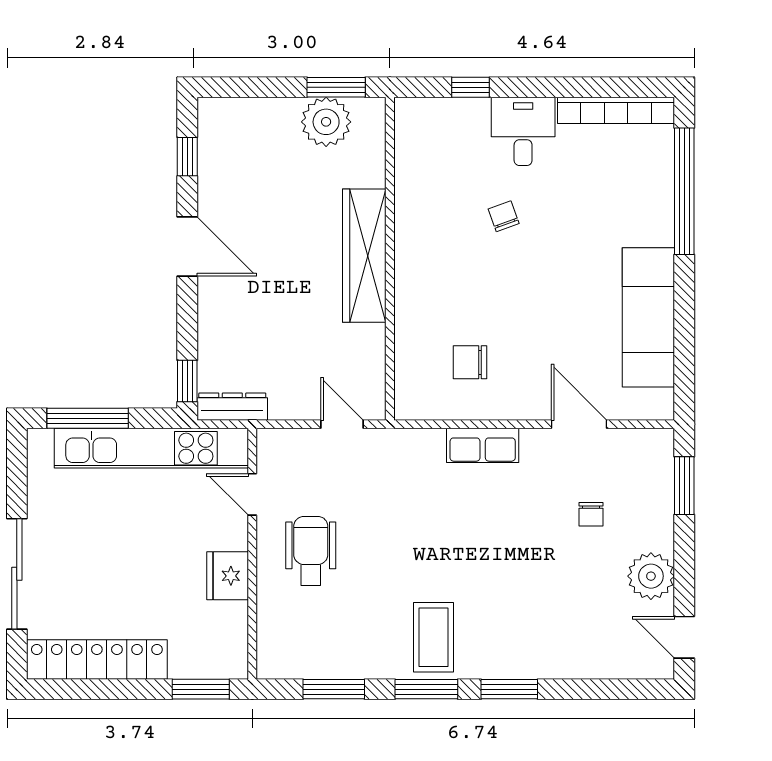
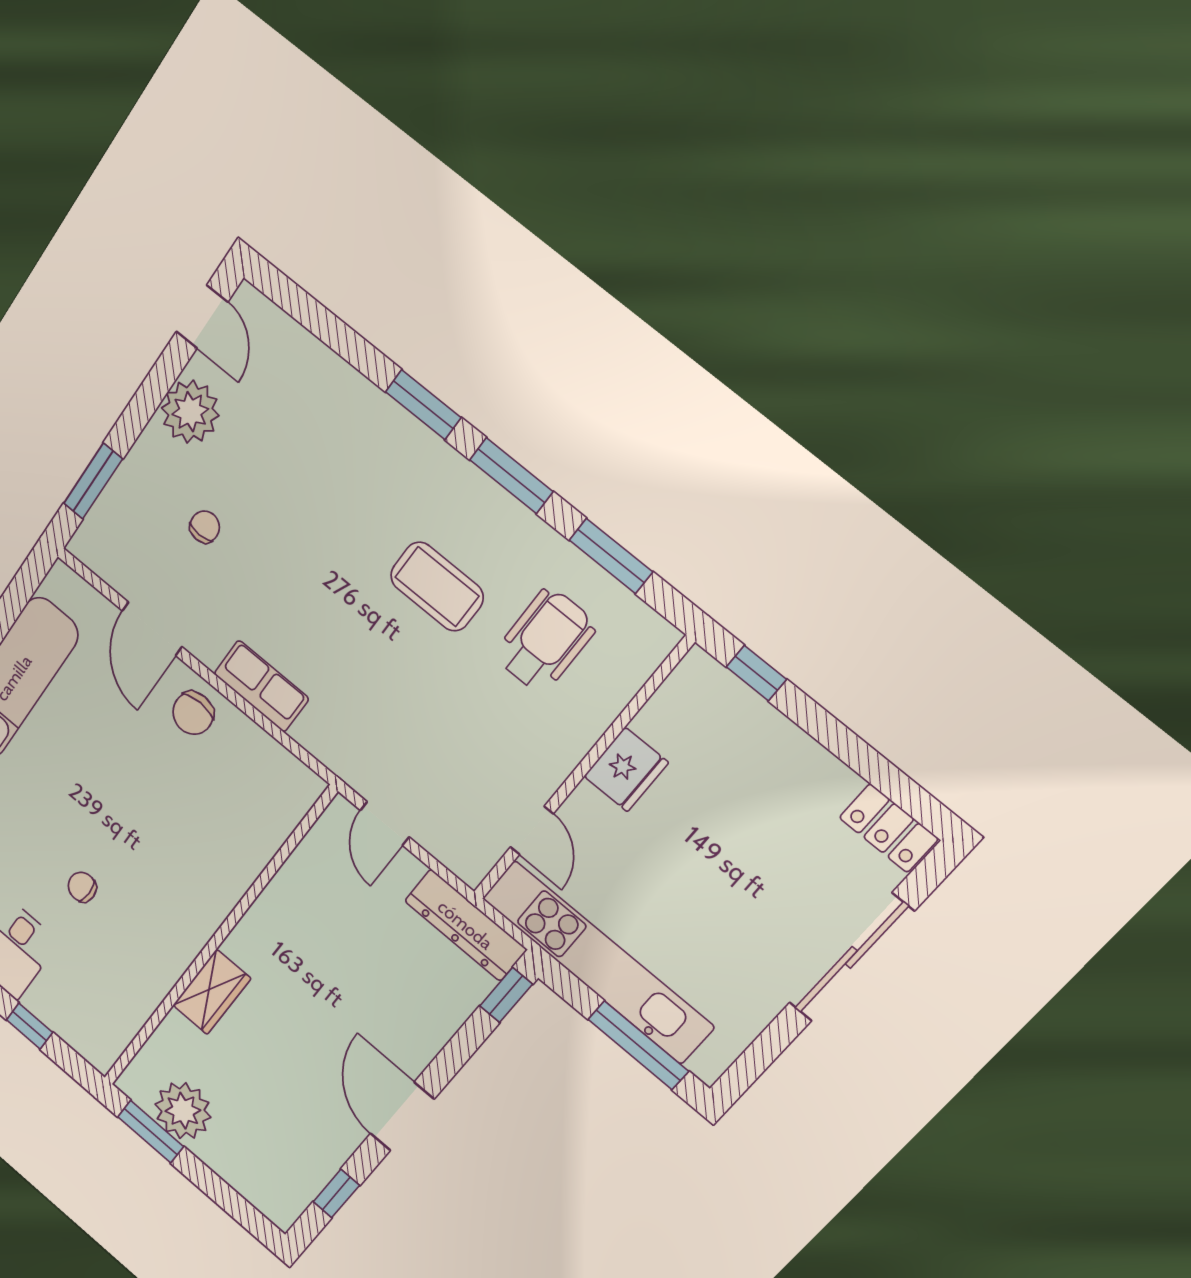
chair: (504, 216) -> (82, 887), turned 110
wardrobe: (364, 256) -> (212, 992), width x0.48, depth x0.85
chair: (470, 362) -> (193, 713), moved, turned 90
dresser: (232, 407) -> (465, 925), width x1.37, depth x1.24
wheelchair: (311, 551) -> (545, 641), moved, turned 180
coffee table: (434, 637) -> (437, 587), moved, turned 90
locker: (97, 659) -> (889, 828), width x0.46, depth x0.83
window: (201, 689) -> (756, 673), width x0.67

